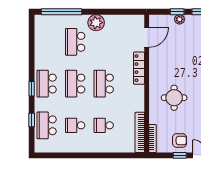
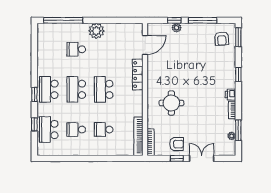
school desk: (75, 42) -> (76, 49), width x0.54

